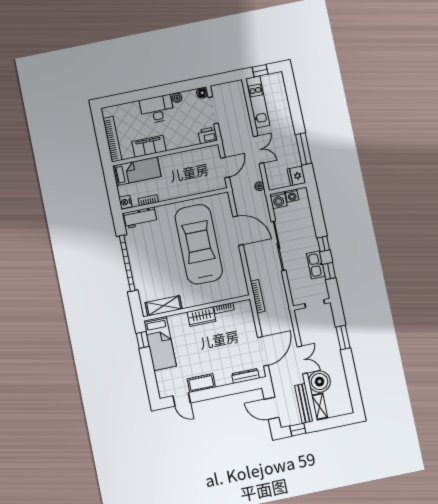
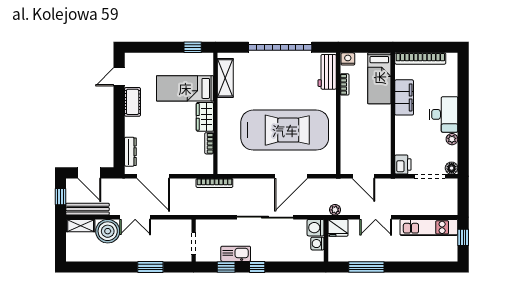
fridge: (296, 176) -> (338, 228), moved, turned 180
bed: (160, 343) -> (185, 88), moved
door: (272, 408) -> (89, 173), swing flipped

